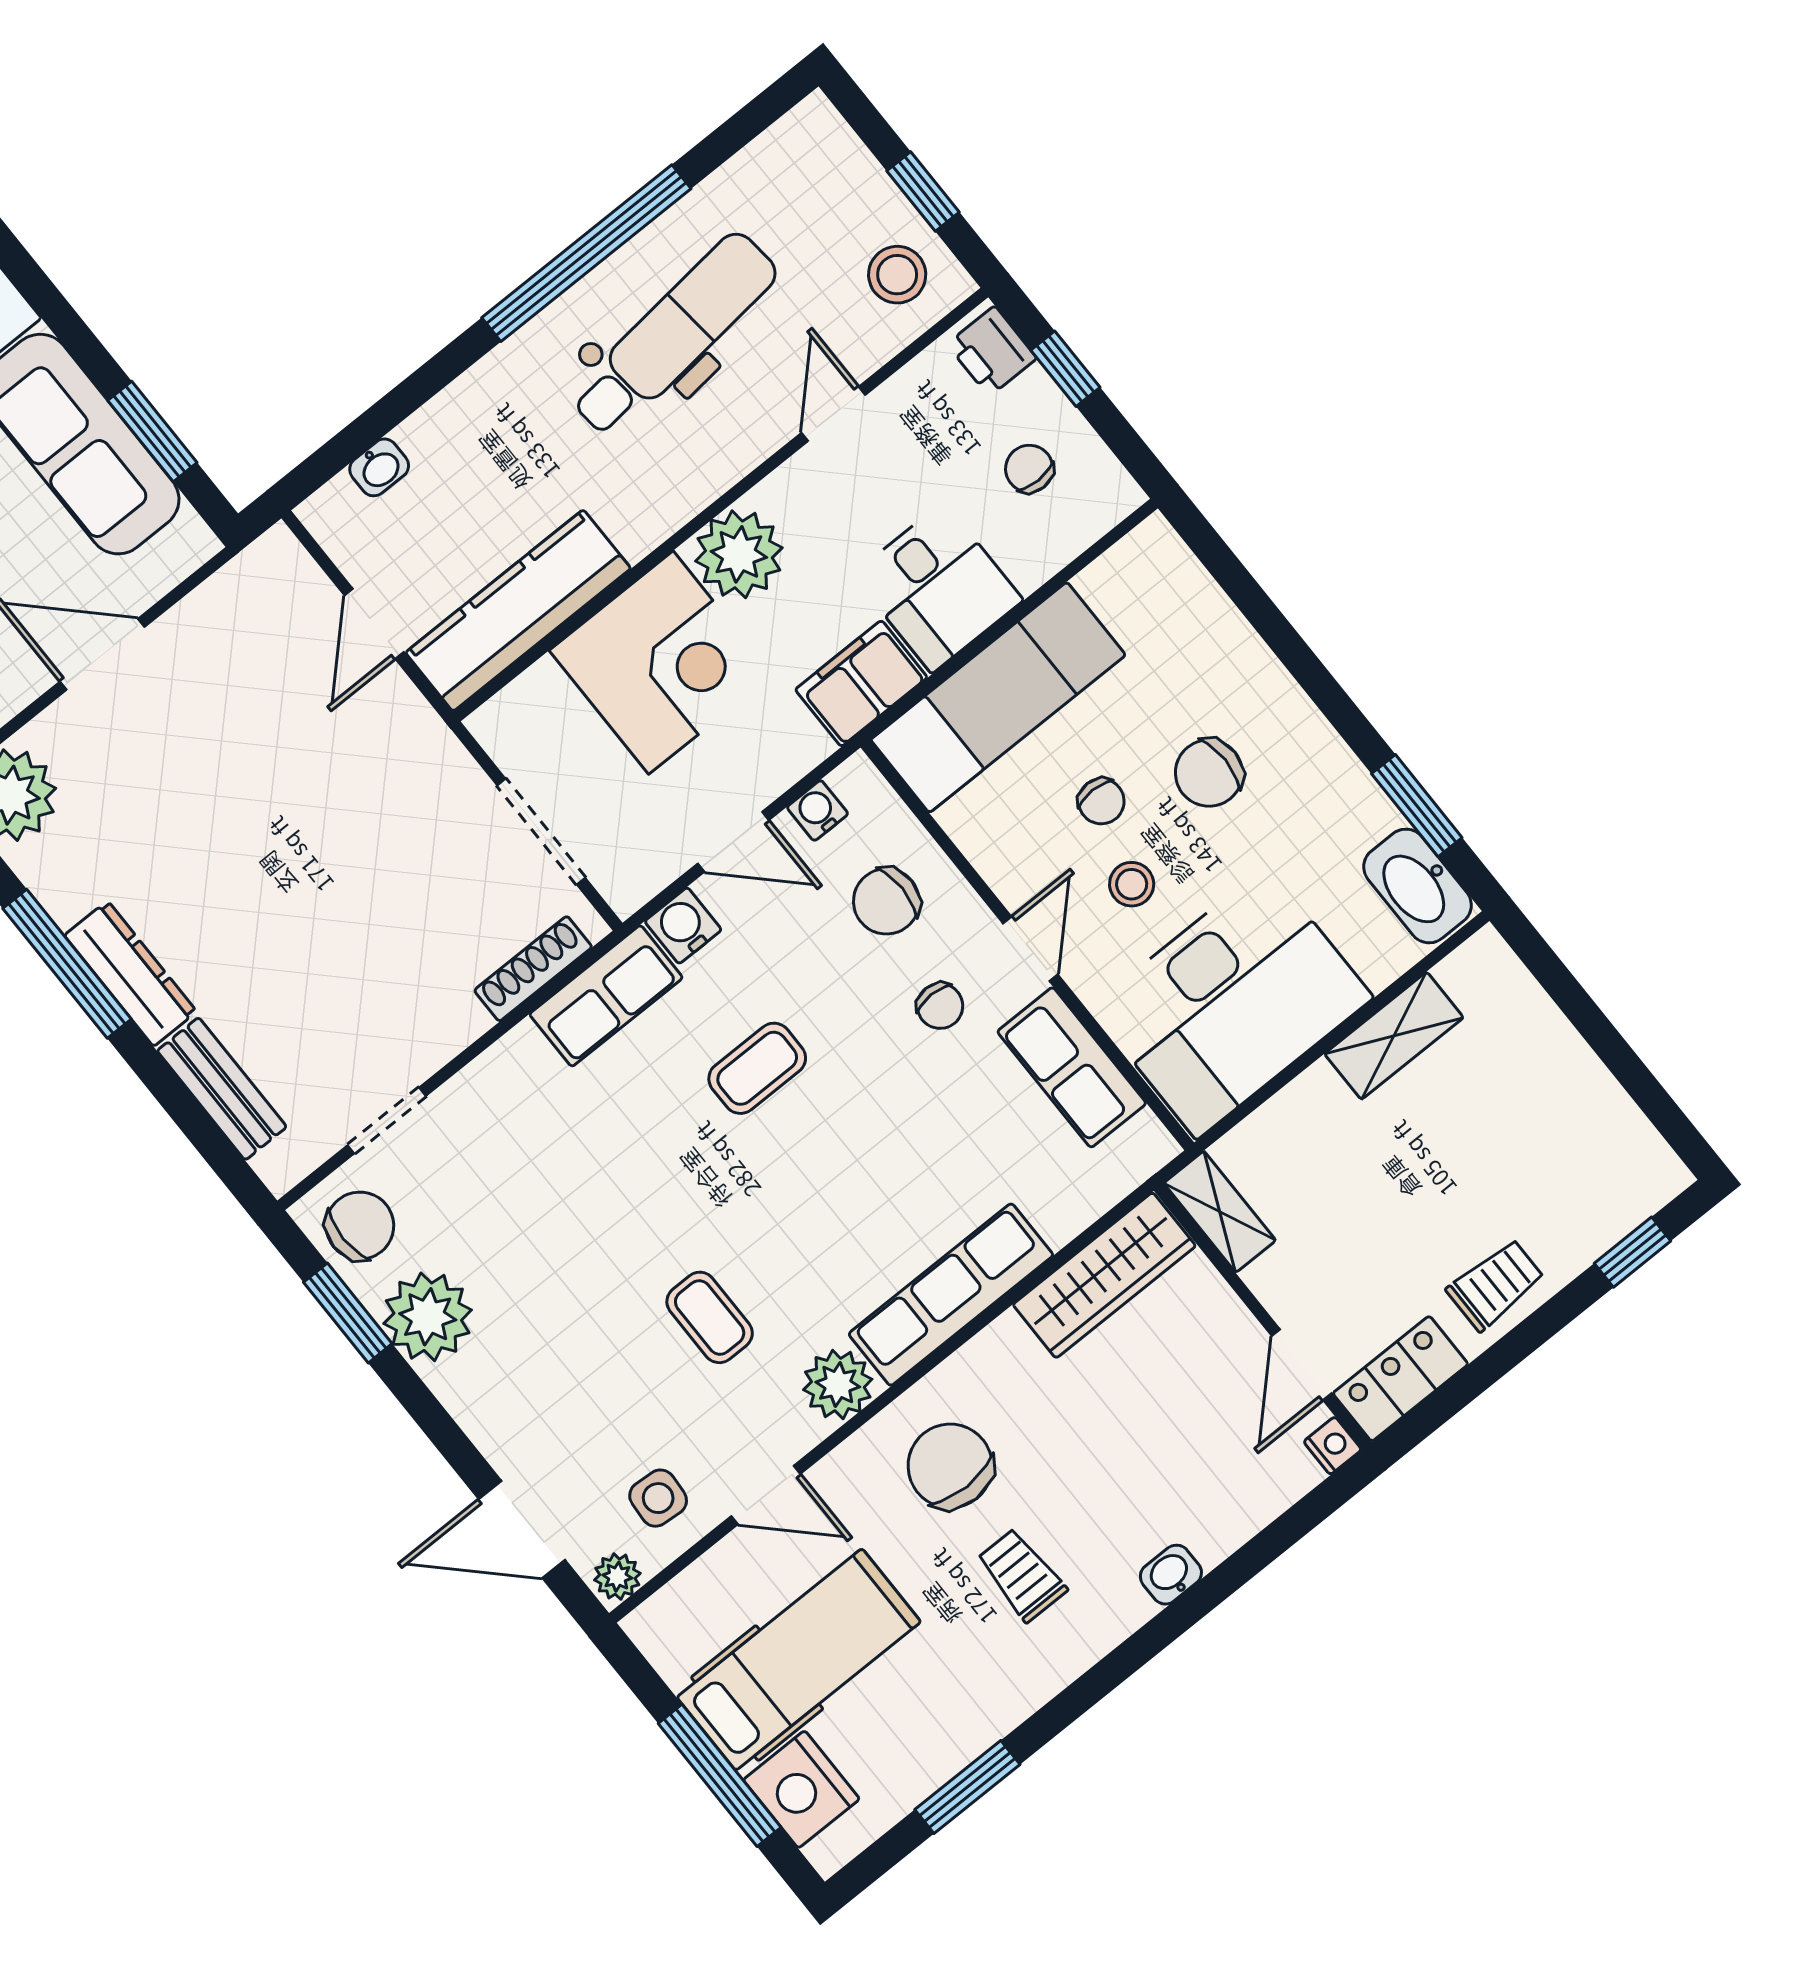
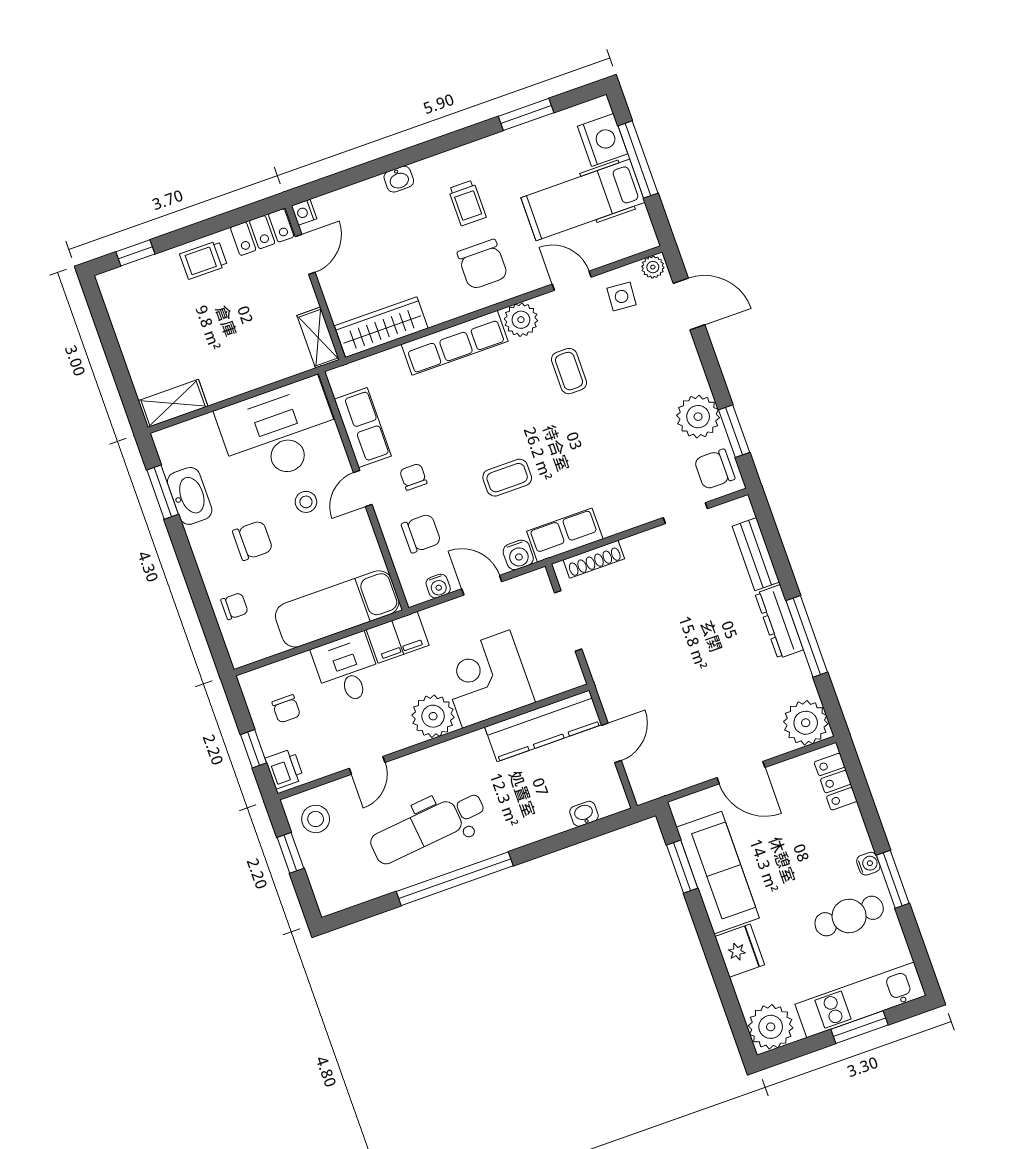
chair: (1101, 801) -> (234, 606), moved, turned 90
washbasin: (1417, 886) -> (190, 496), moved
shelving: (1394, 1036) -> (173, 403), moved

